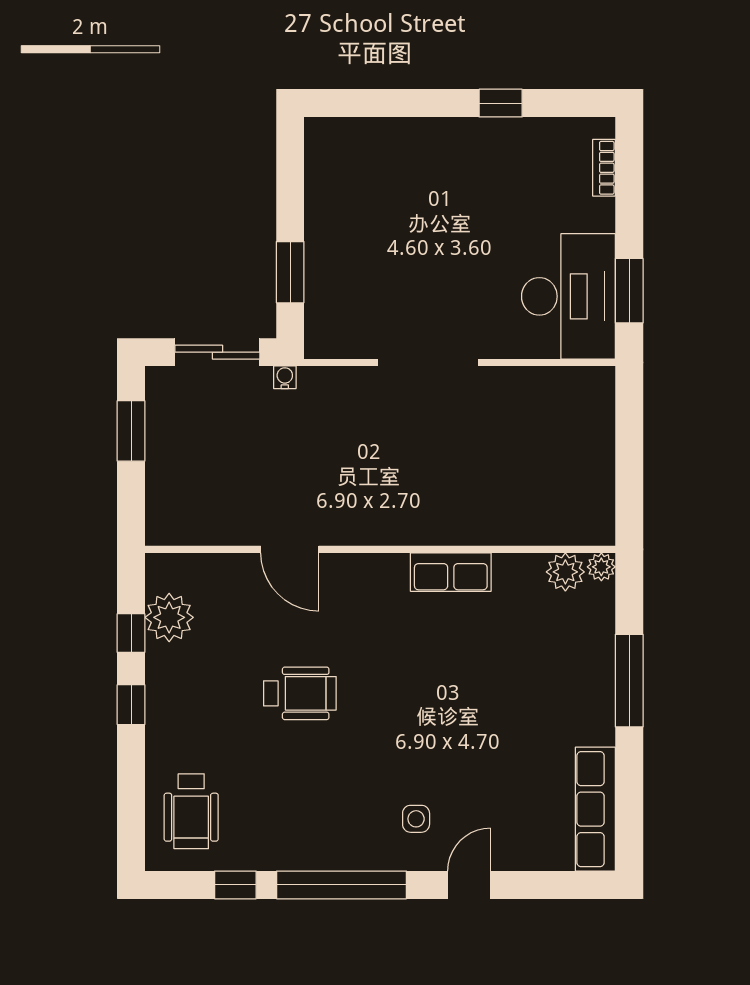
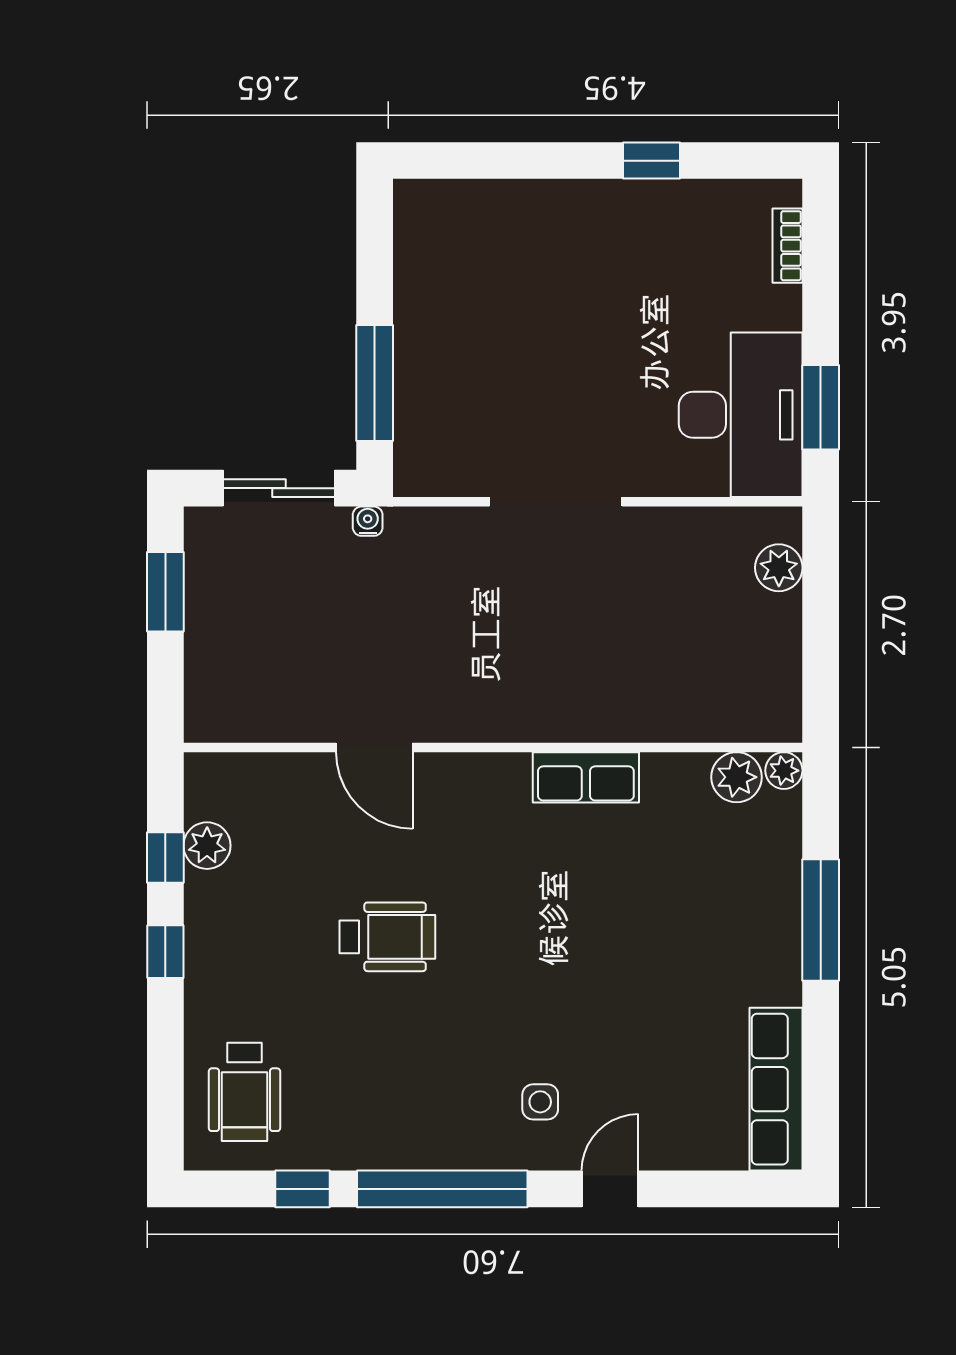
window: (290, 272) -> (375, 383), width x1.44
plant: (597, 413) -> (779, 568), added
plant: (169, 617) -> (207, 846), width x0.73, depth x0.73

